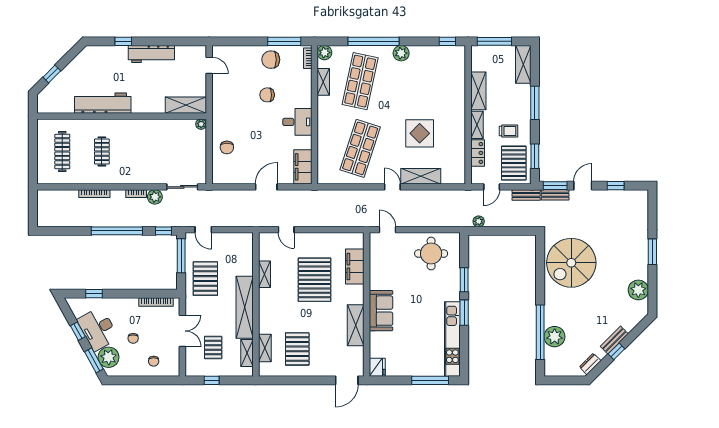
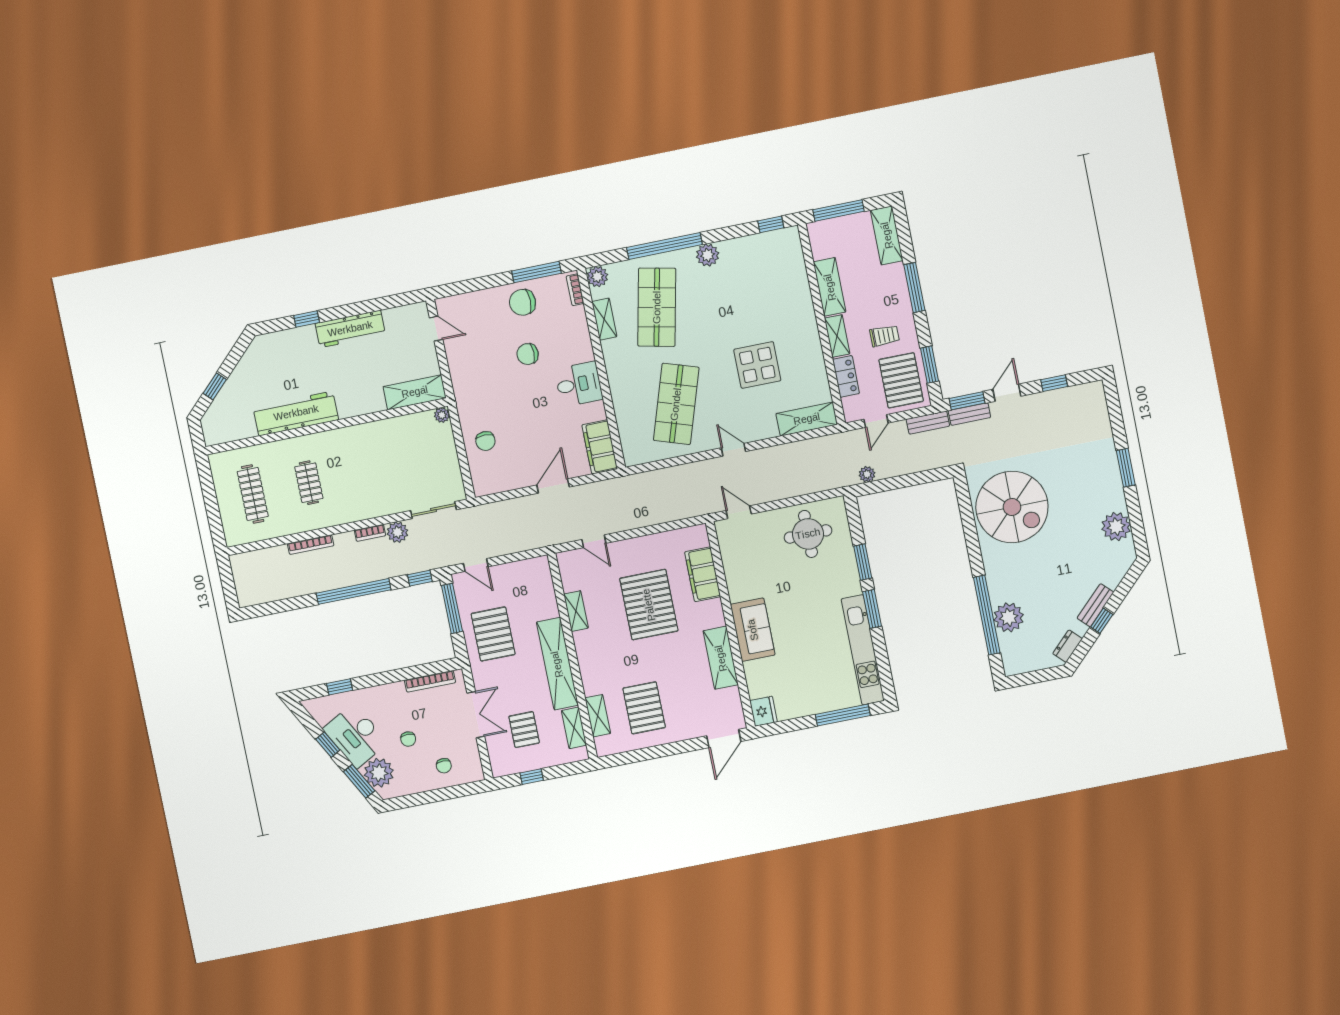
shelving: (421, 176) -> (807, 419), moved
spiral stairs: (571, 263) -> (1012, 507), turned -90

